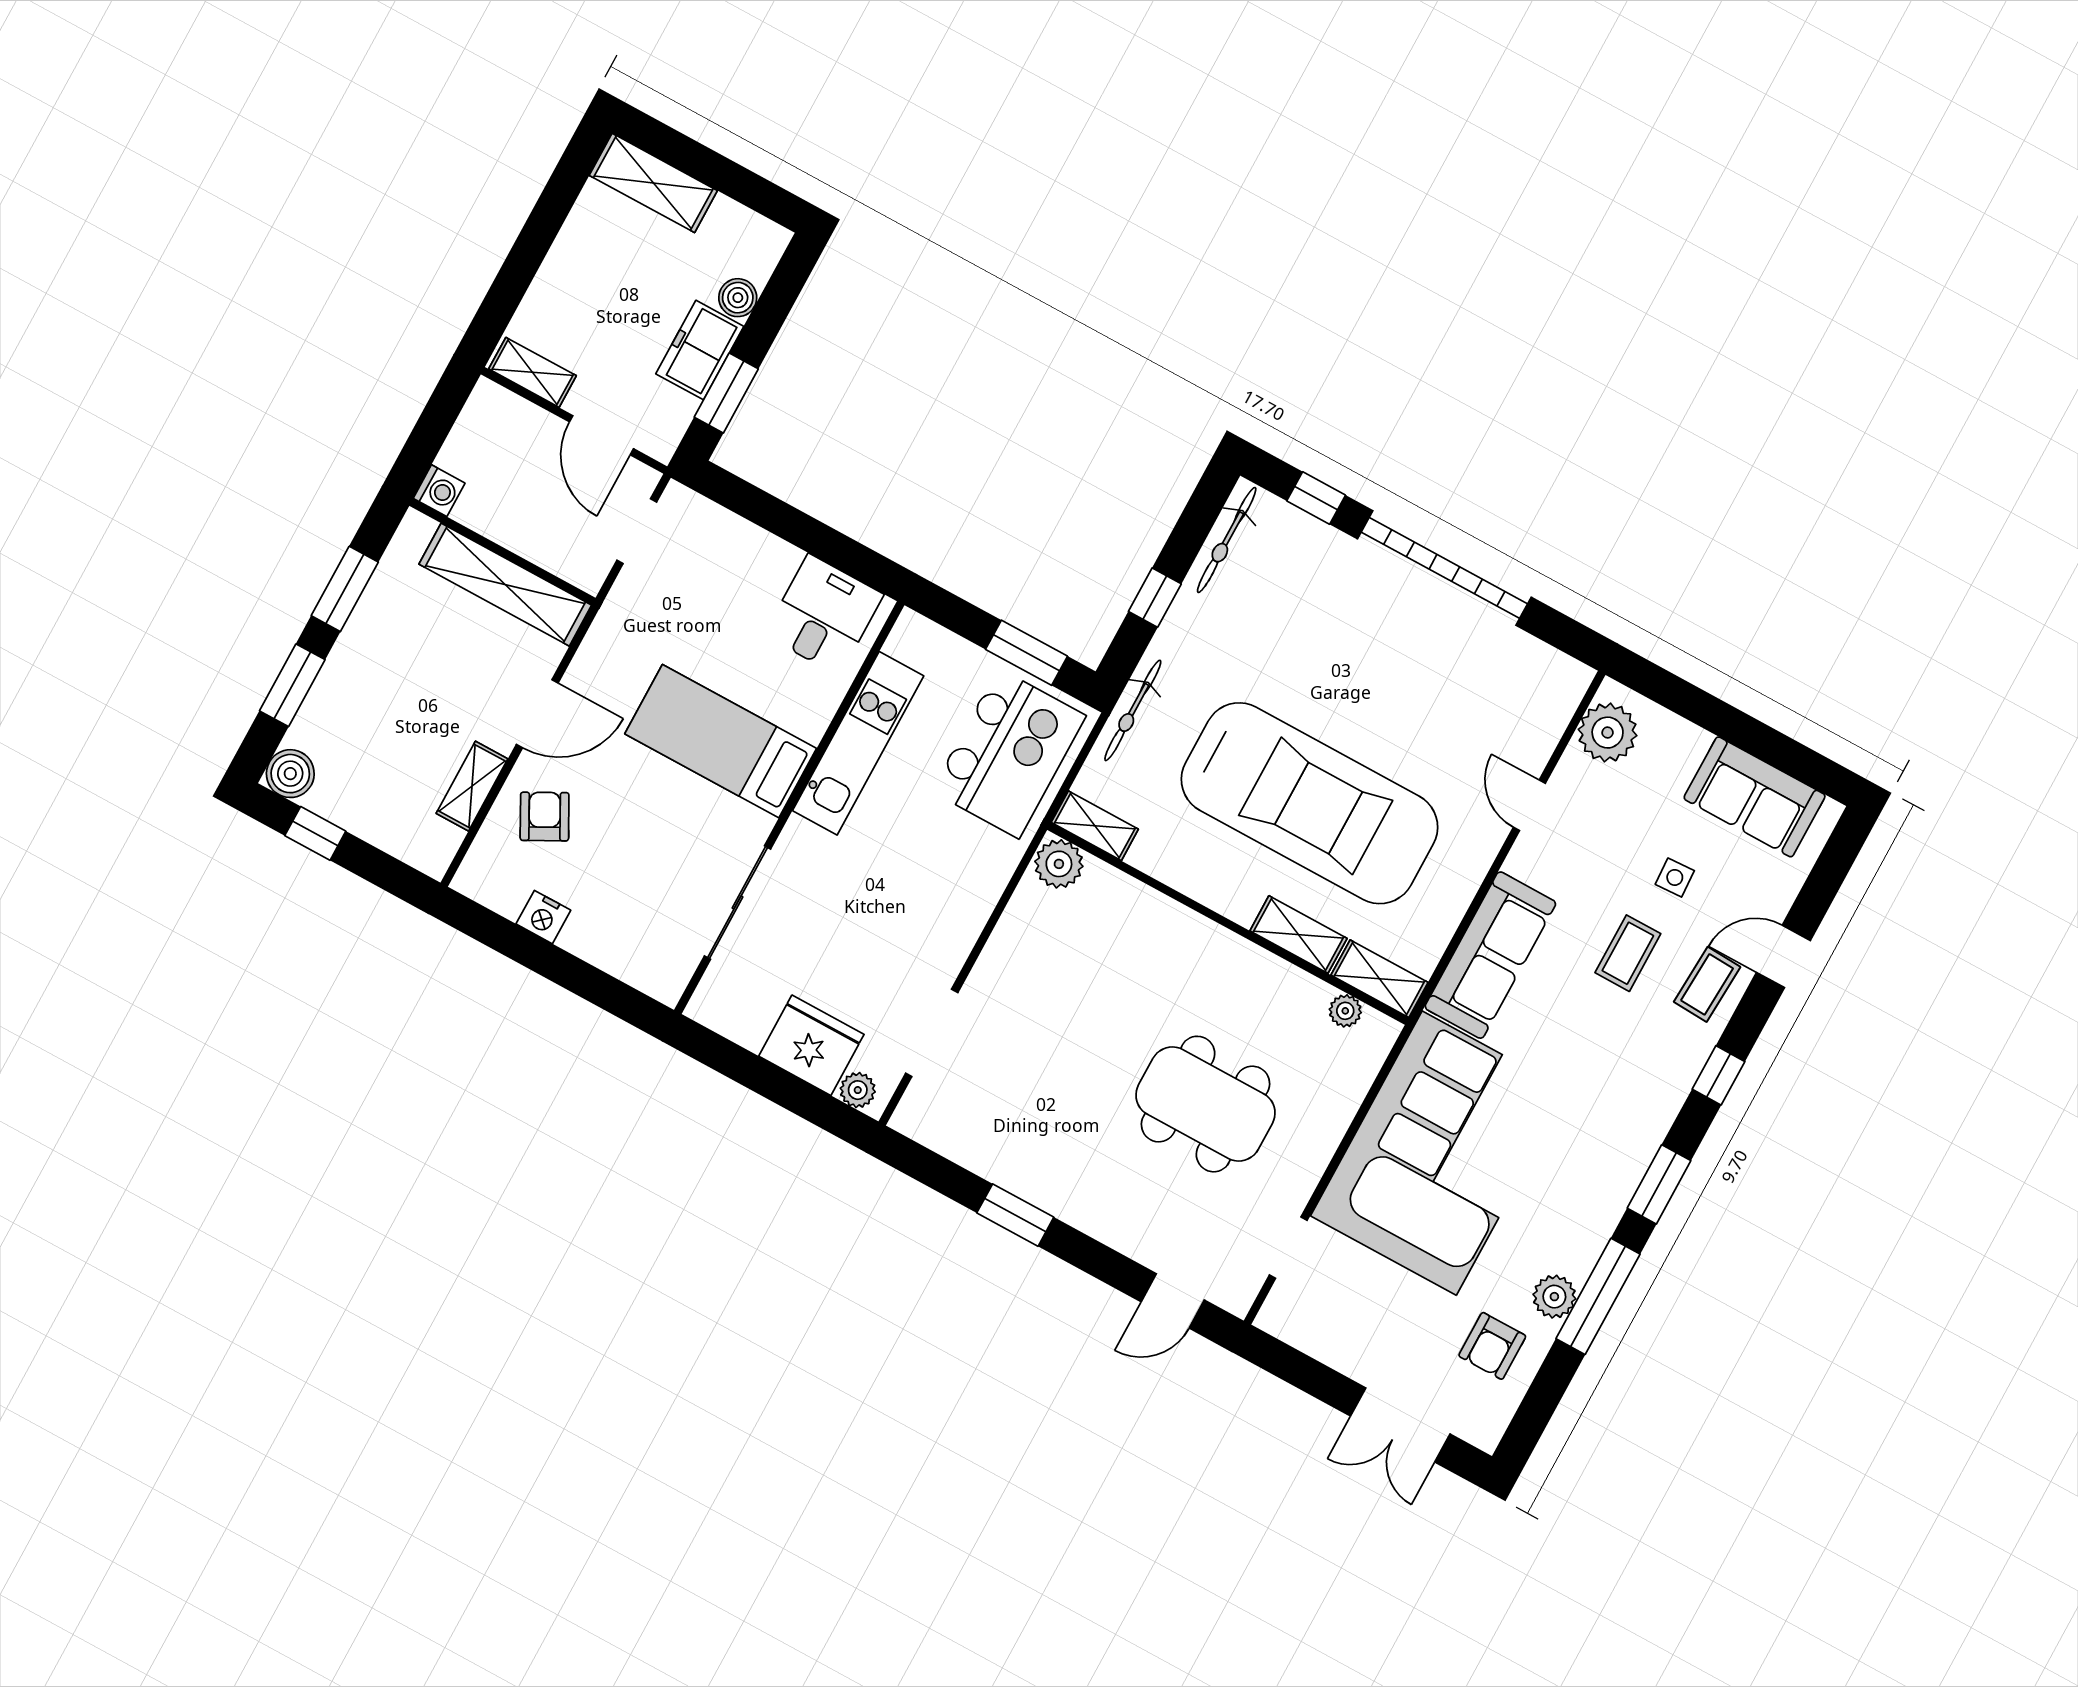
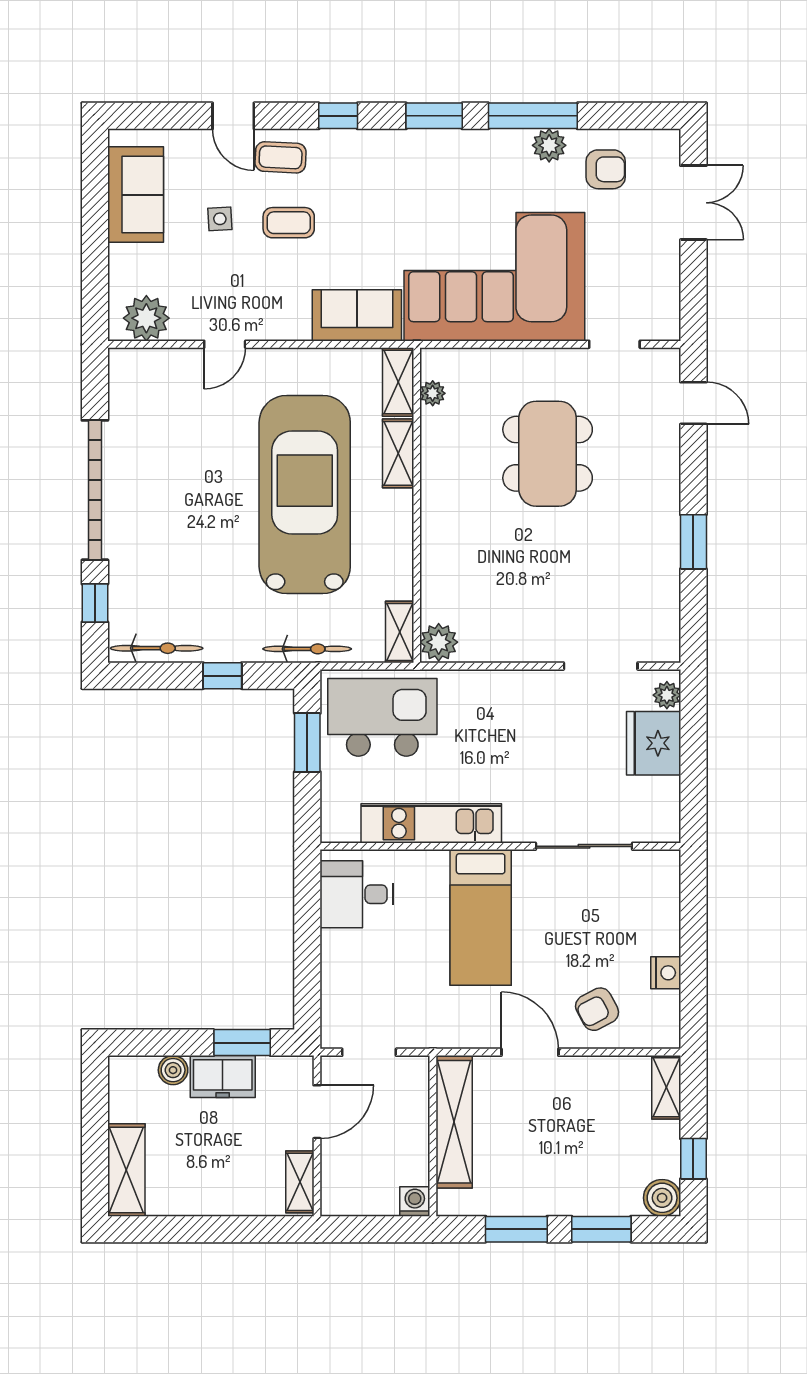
shelving: (472, 786) -> (666, 1087), moved, turned 90
sofa: (1490, 955) -> (357, 315), width x0.73

